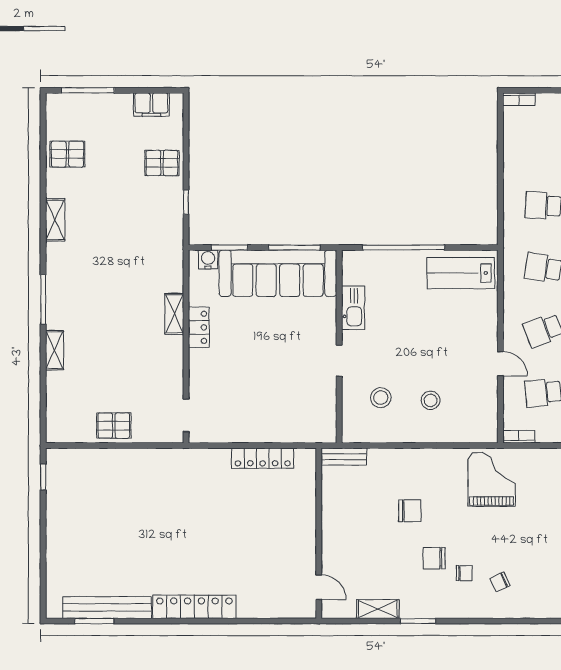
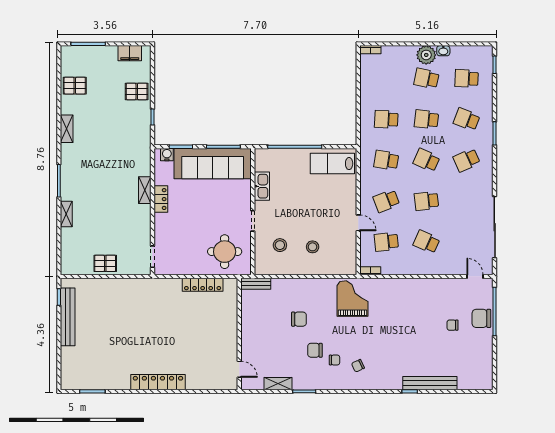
round table: (296, 408) -> (225, 252), added
bench: (107, 608) -> (68, 317), moved, turned 90

